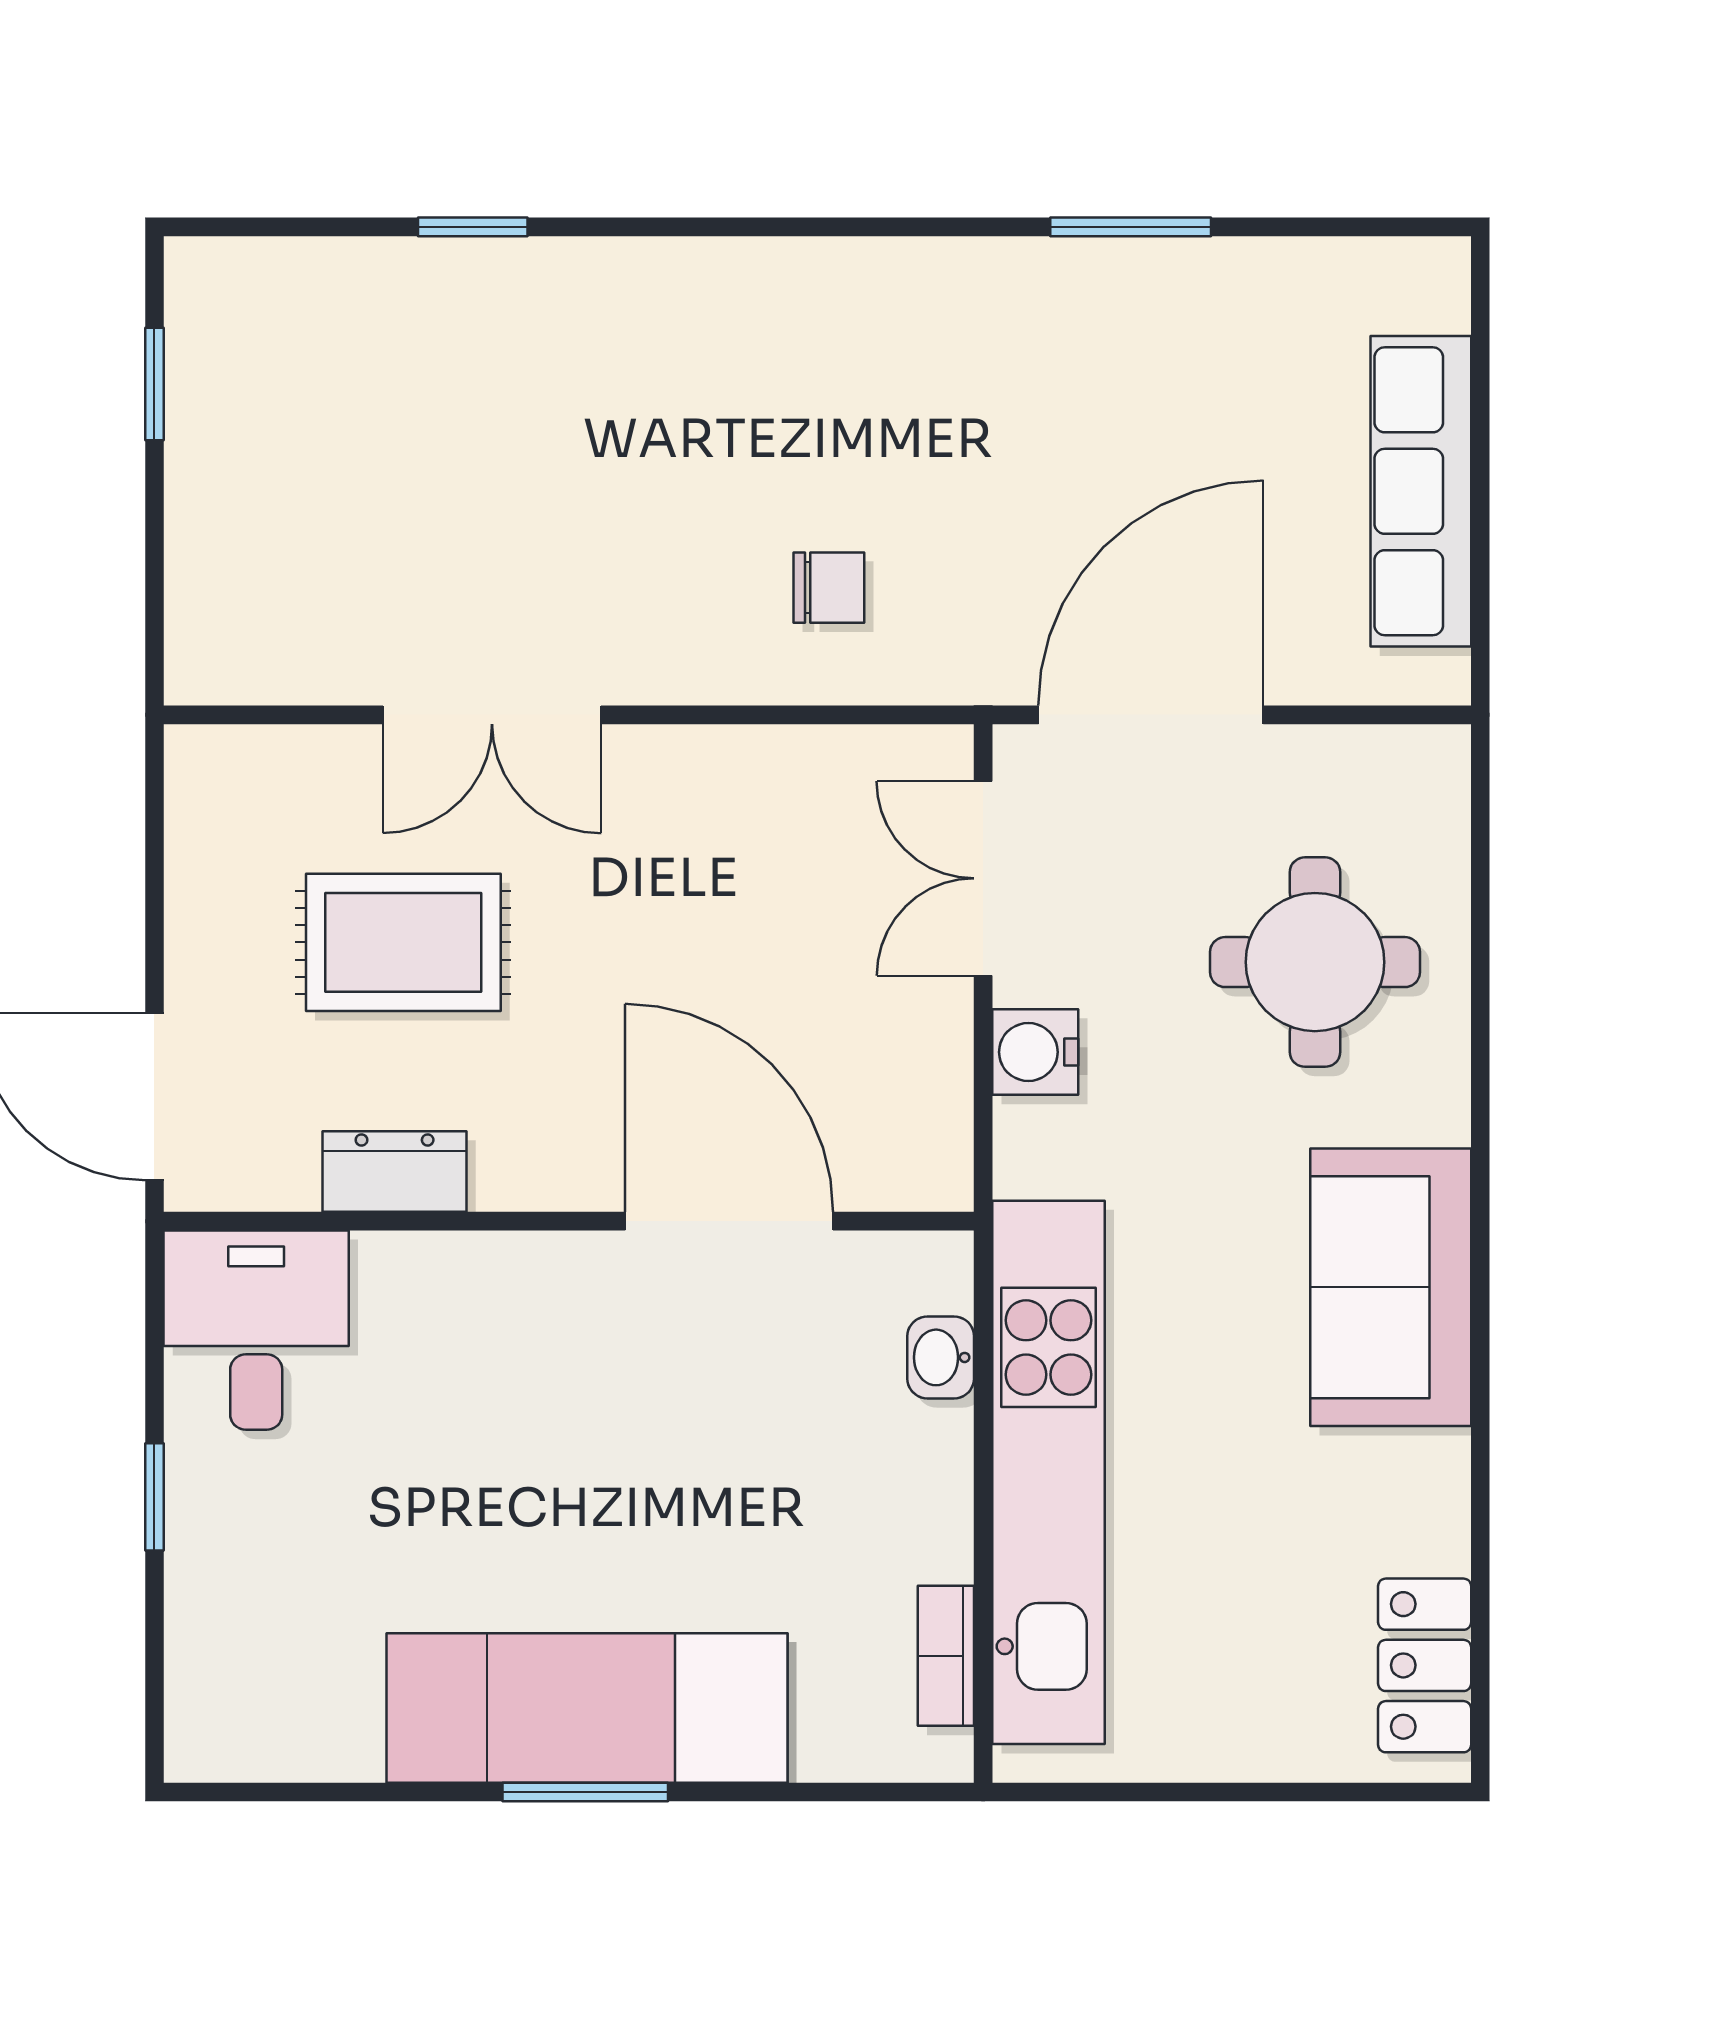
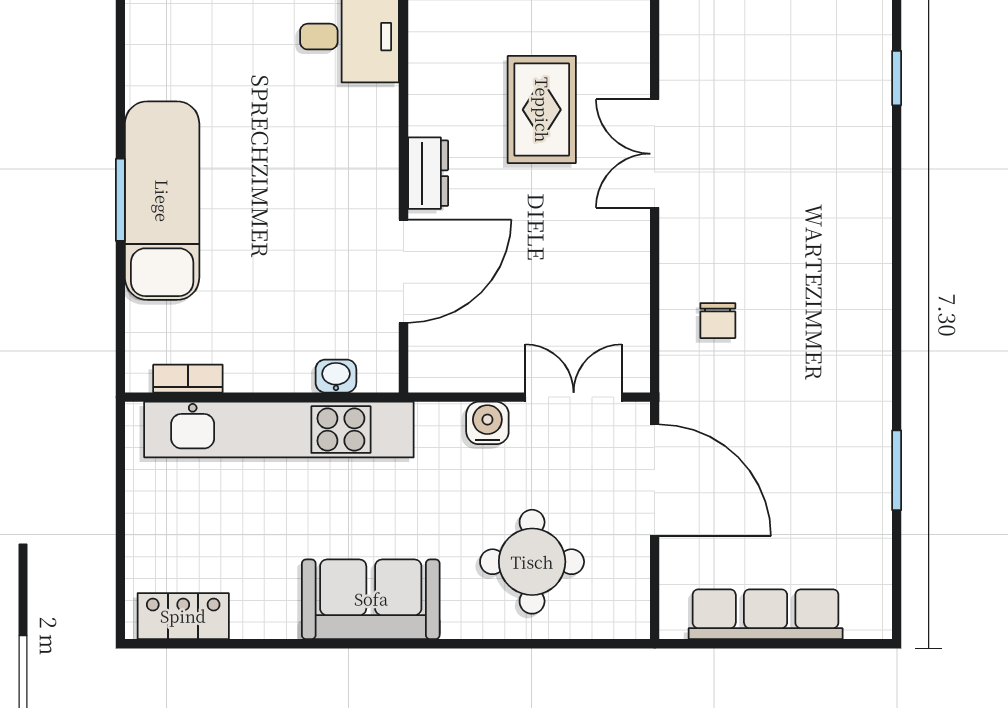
window: (473, 227) -> (897, 78), moved
dresser: (395, 1172) -> (428, 173), moved

